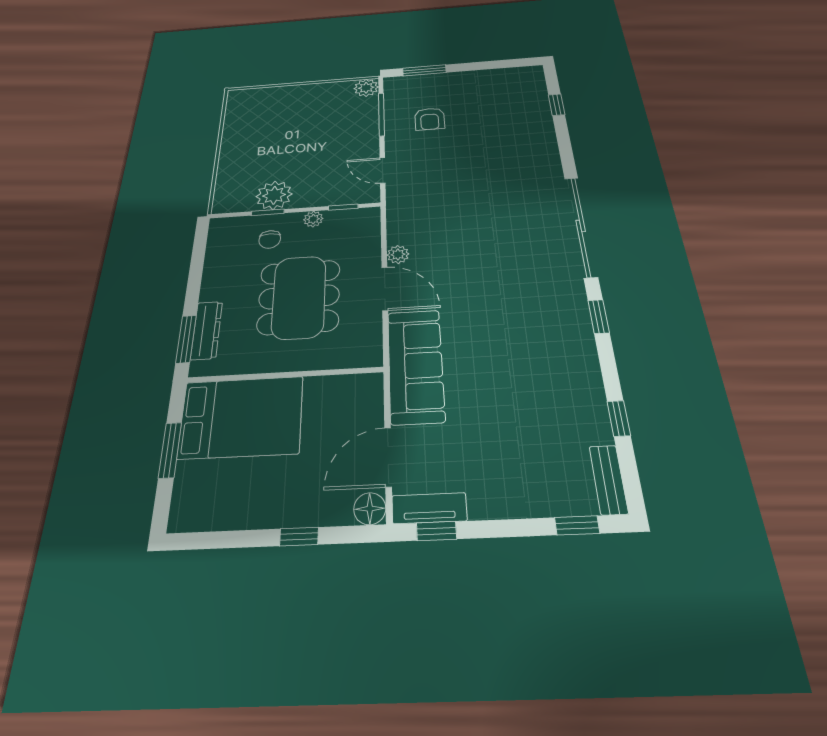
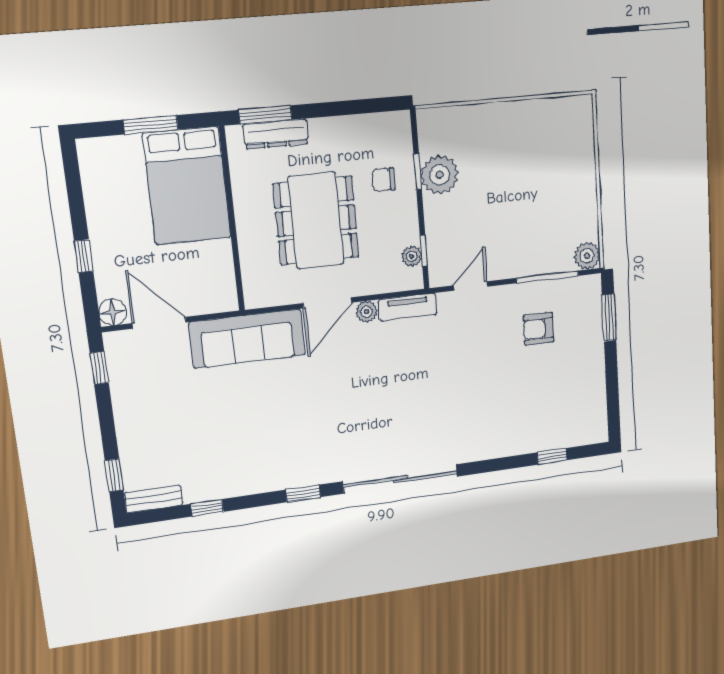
plant: (313, 219) -> (412, 256), moved
dining table: (299, 297) -> (316, 221), turned 90
tv unit: (429, 508) -> (408, 307), moved, turned 90

